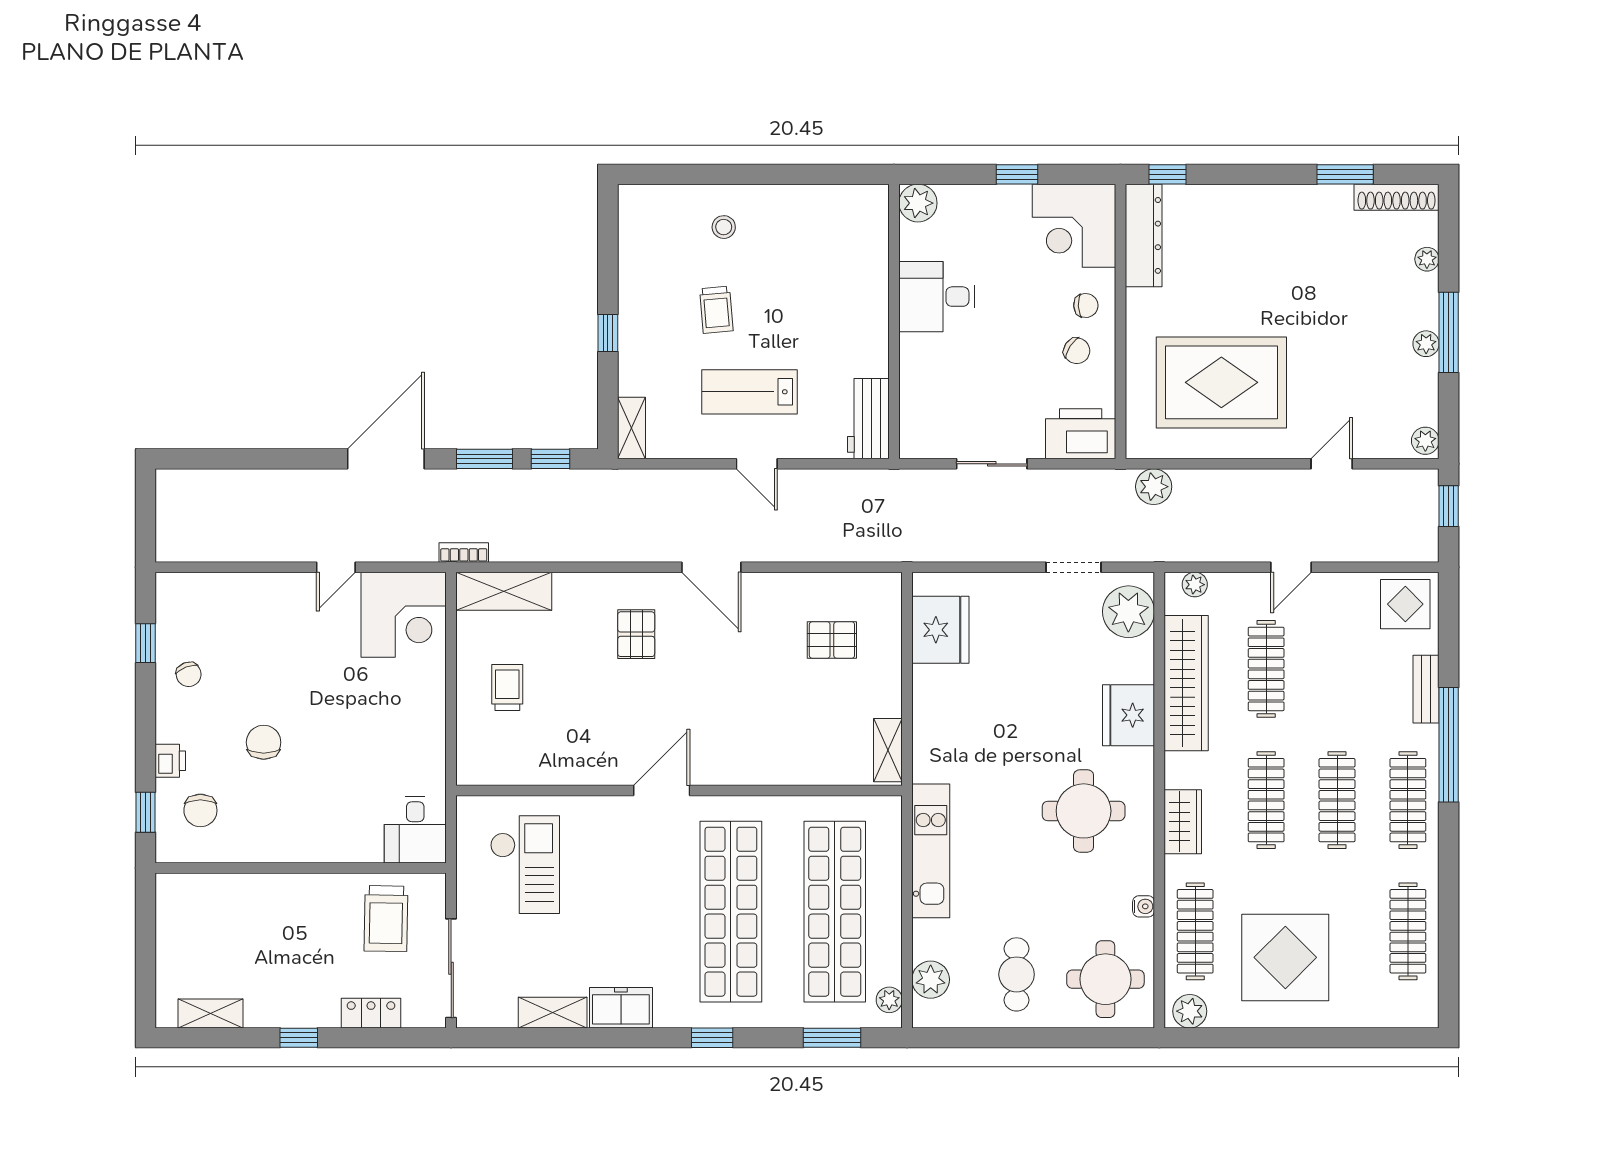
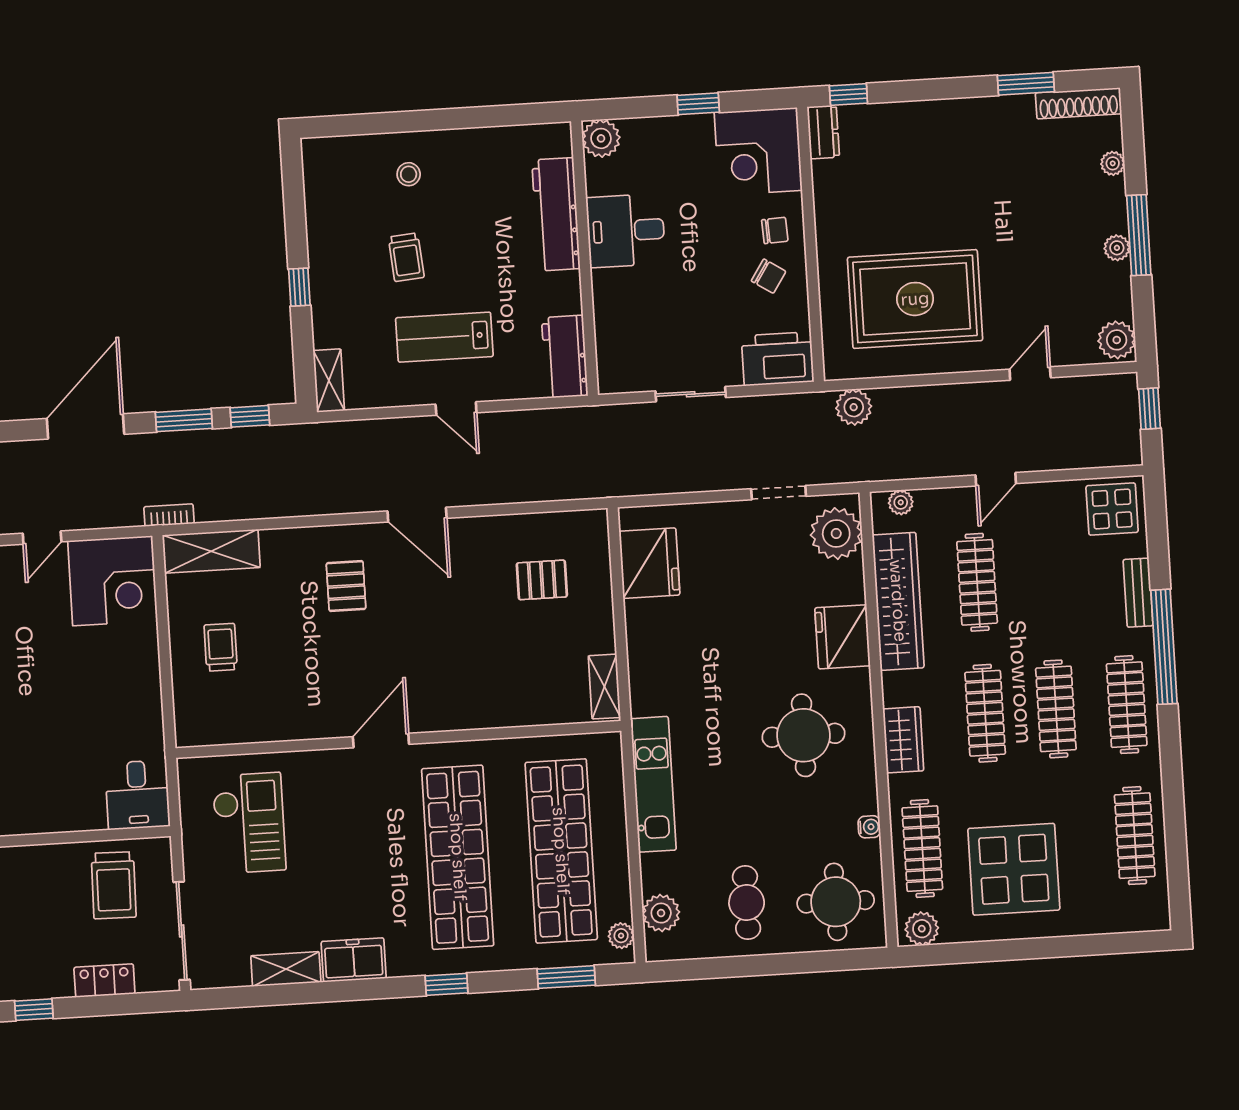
dresser: (1144, 235) -> (823, 132), width x0.51, depth x0.80
workbench: (868, 276) -> (556, 214), added
plant: (1425, 441) -> (1117, 340), width x1.38, depth x1.38

